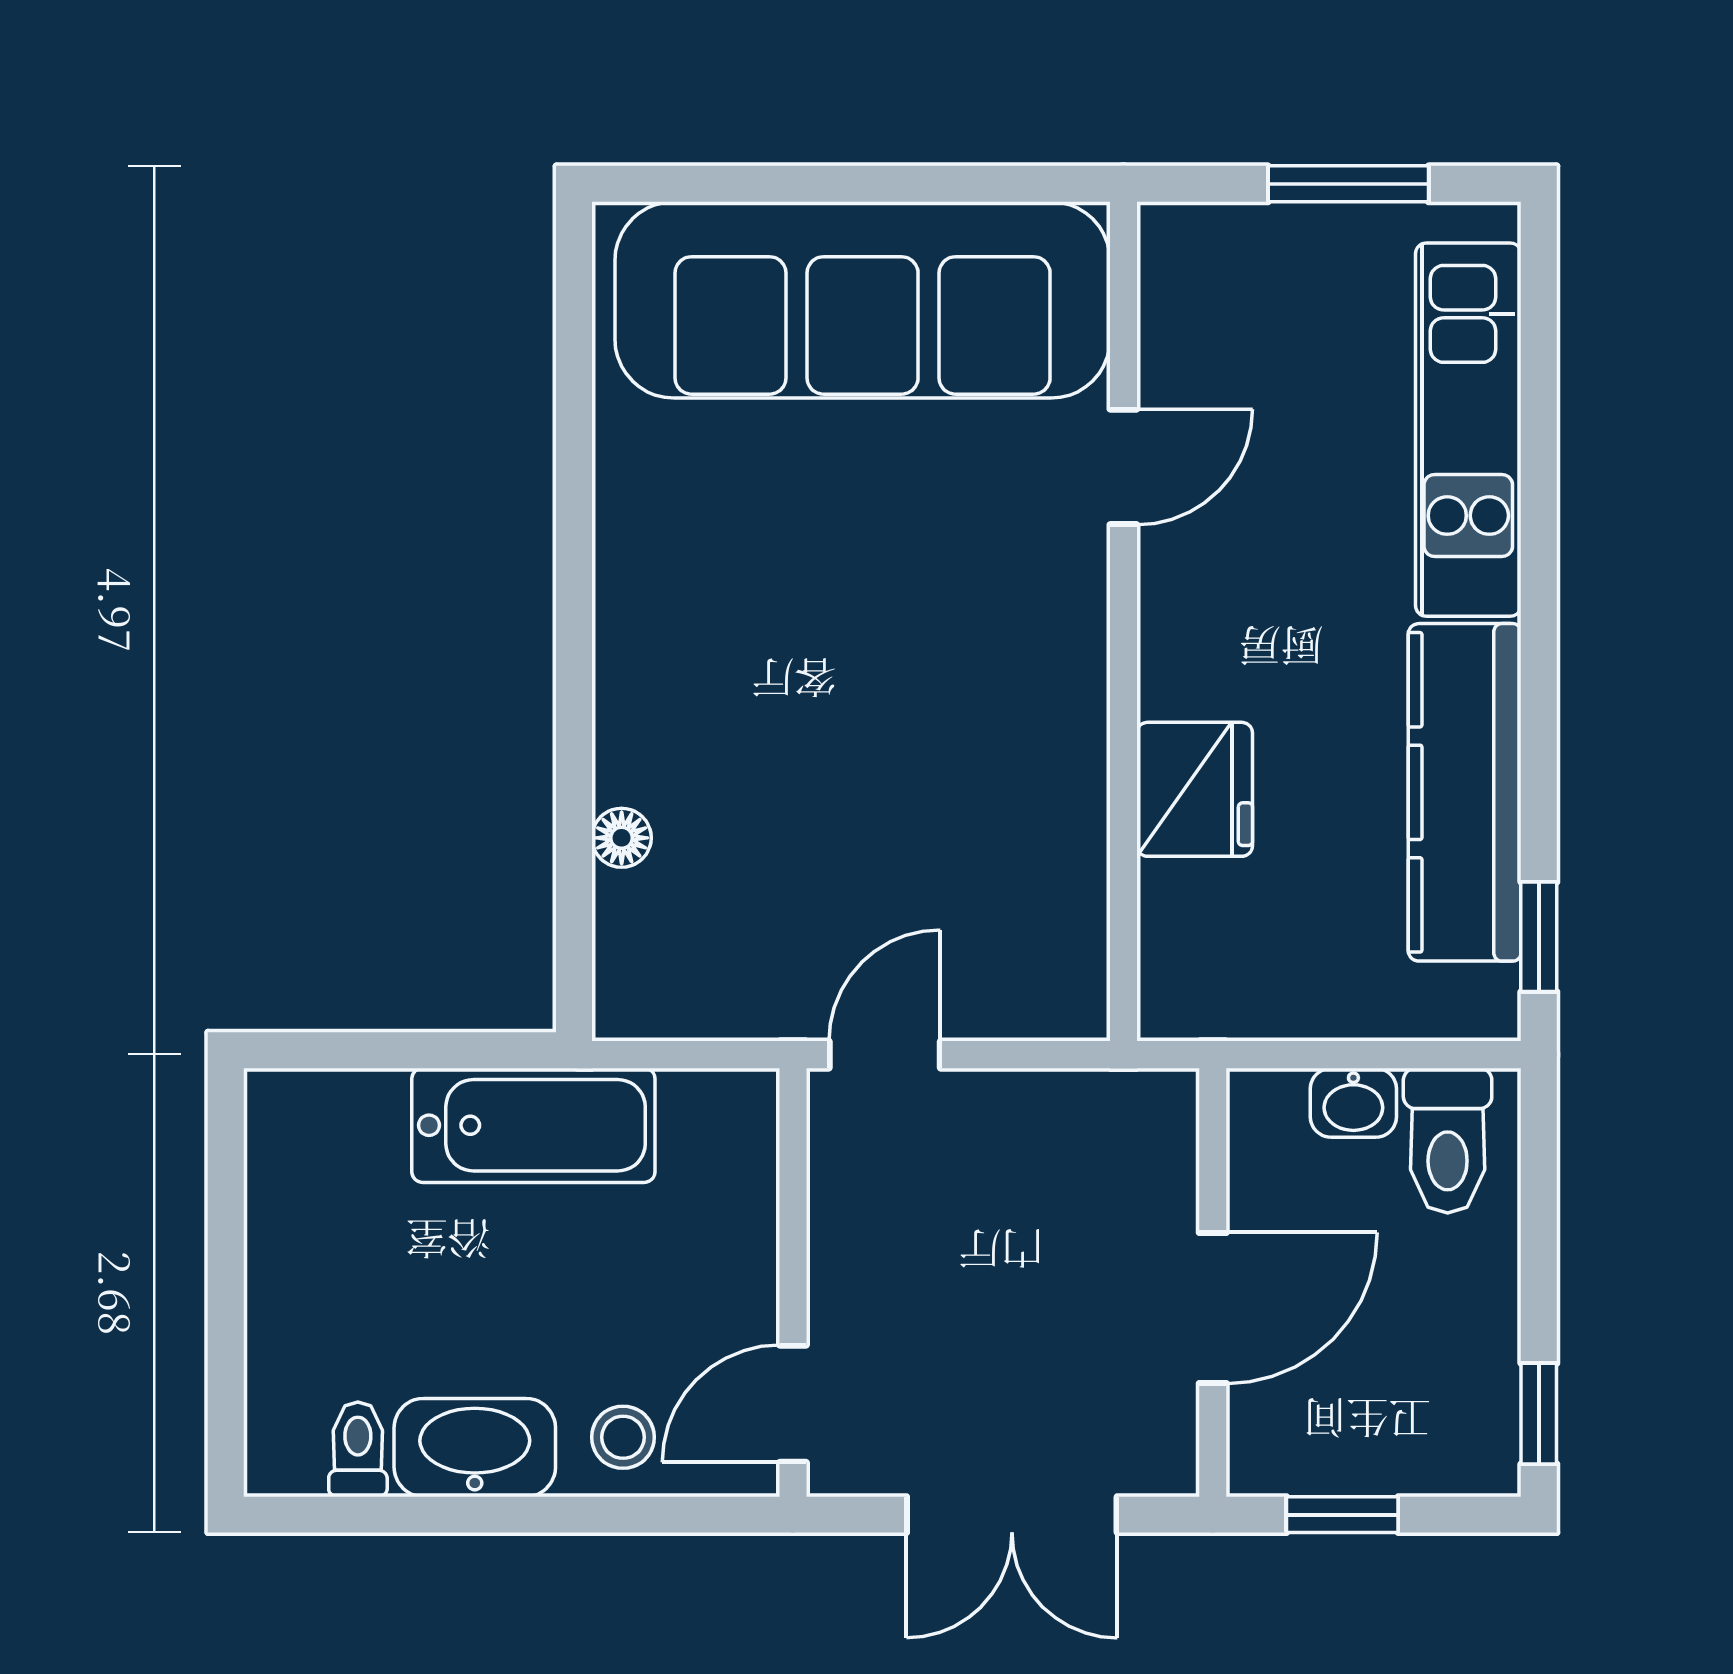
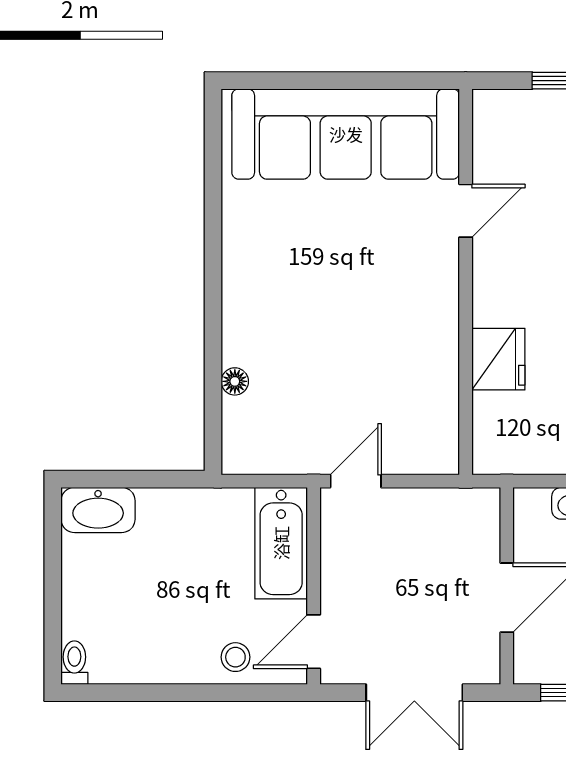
bathtub: (533, 1125) -> (281, 543), moved, turned 90
washbasin: (475, 1448) -> (98, 510), moved, turned 180
toilet: (358, 1449) -> (74, 663), moved

